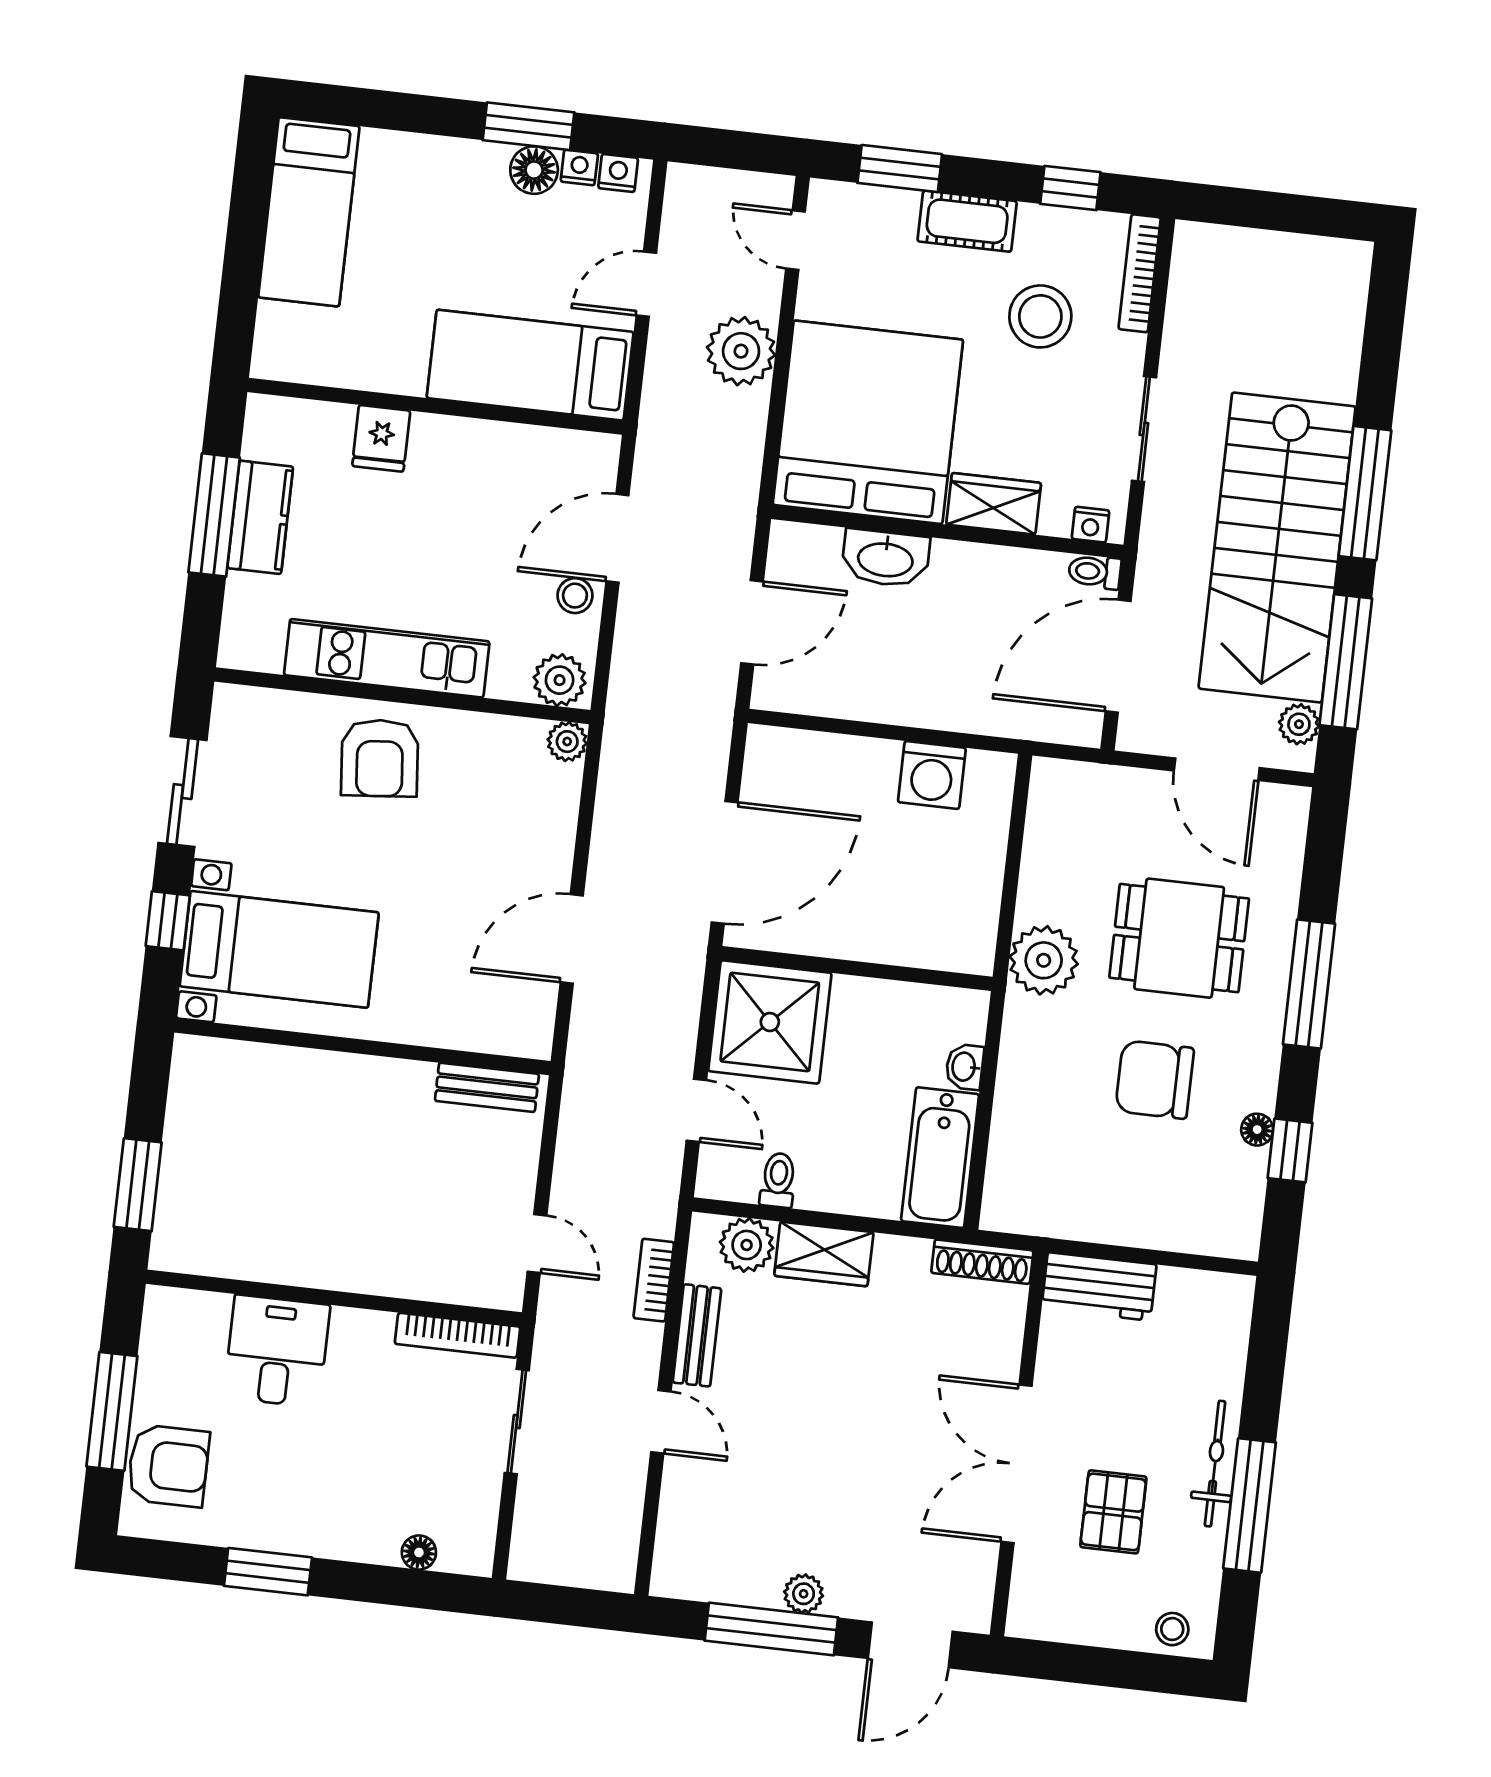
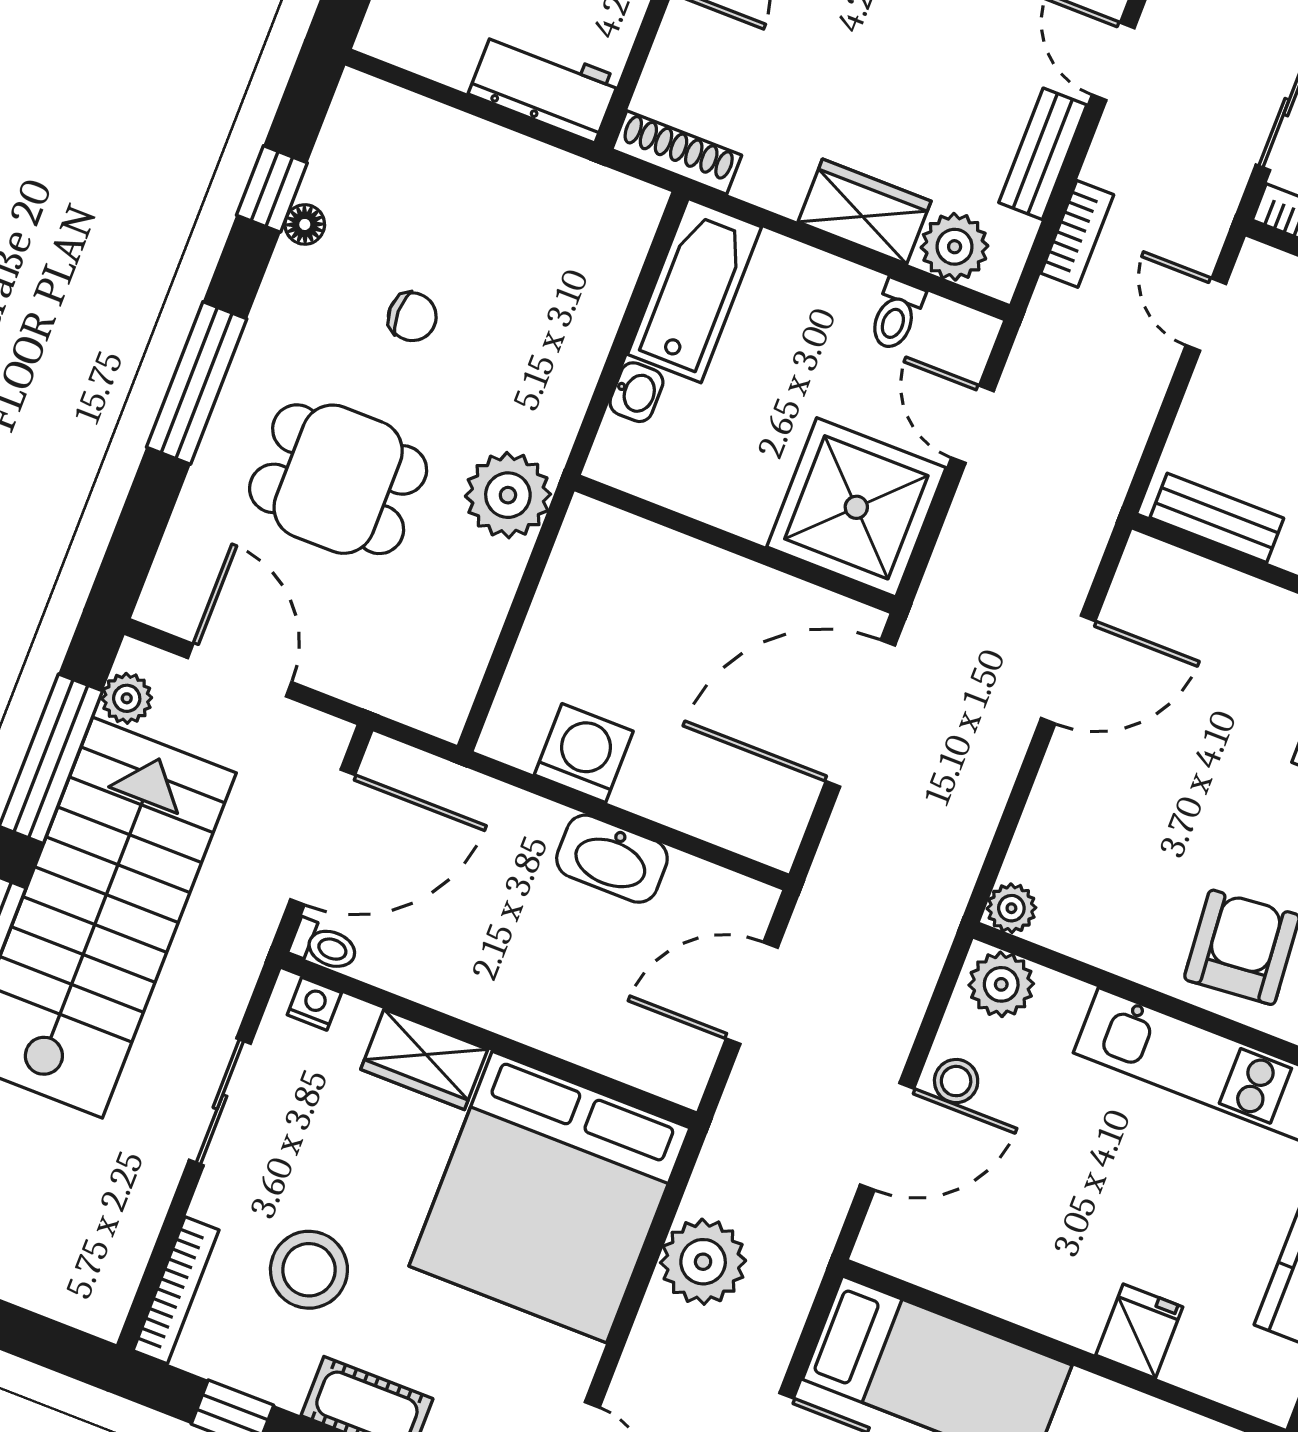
plant: (741, 351) -> (703, 1262), moved
washbasin: (885, 558) -> (612, 859), moved, turned 180
chair: (1155, 1080) -> (412, 317), width x0.54, depth x0.54

